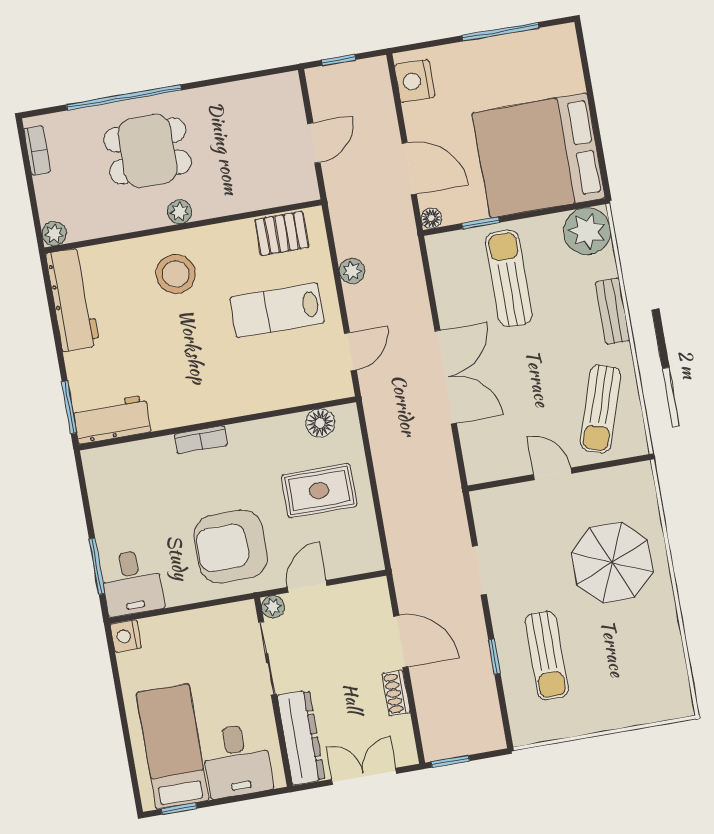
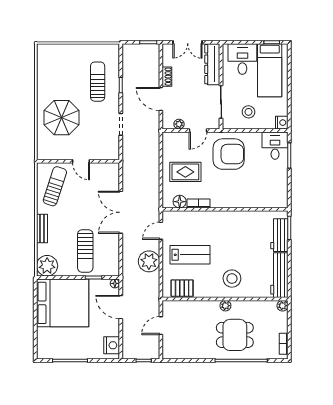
plant: (352, 271) -> (149, 261), width x1.88, depth x1.88
workbench: (112, 420) -> (279, 235), moved, turned 90
bookcase: (201, 440) -> (199, 203), moved
plant: (273, 607) -> (179, 124), moved
stool: (203, 647) -> (248, 112), added

